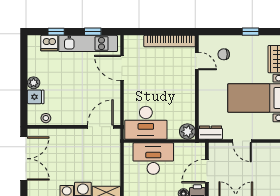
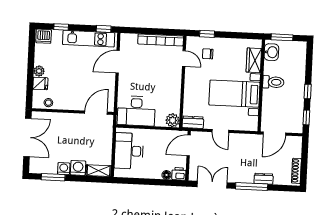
window: (93, 32) -> (104, 29), moved
window: (250, 32) -> (207, 34), moved
dishwasher: (49, 43) -> (44, 36), moved
door: (122, 68) -> (118, 62), hinge flipped
desk: (153, 159) -> (129, 151), moved, turned -90
door: (207, 171) -> (189, 145), moved

